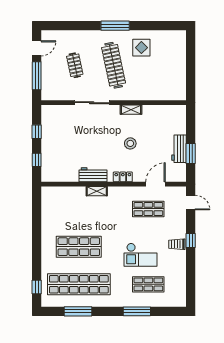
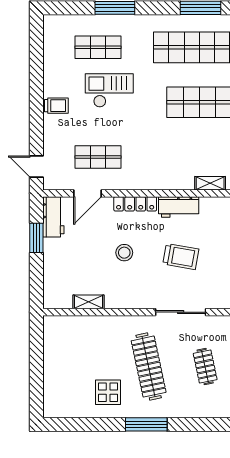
shelving: (131, 110) -> (88, 302), moved
trolley: (91, 141) -> (181, 257), added
workbench: (179, 149) -> (53, 217), moved
locker: (123, 177) -> (135, 204), width x1.53
shelving: (97, 191) -> (210, 183), moved
window: (191, 241) -> (36, 111), removed

